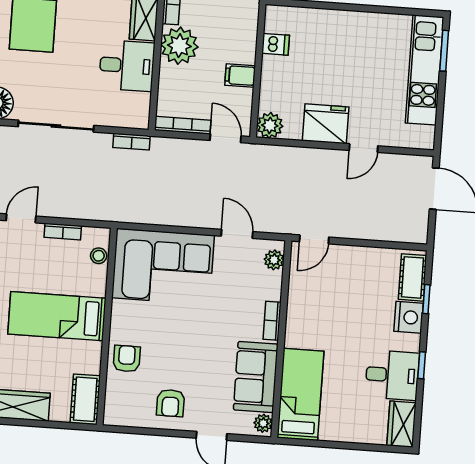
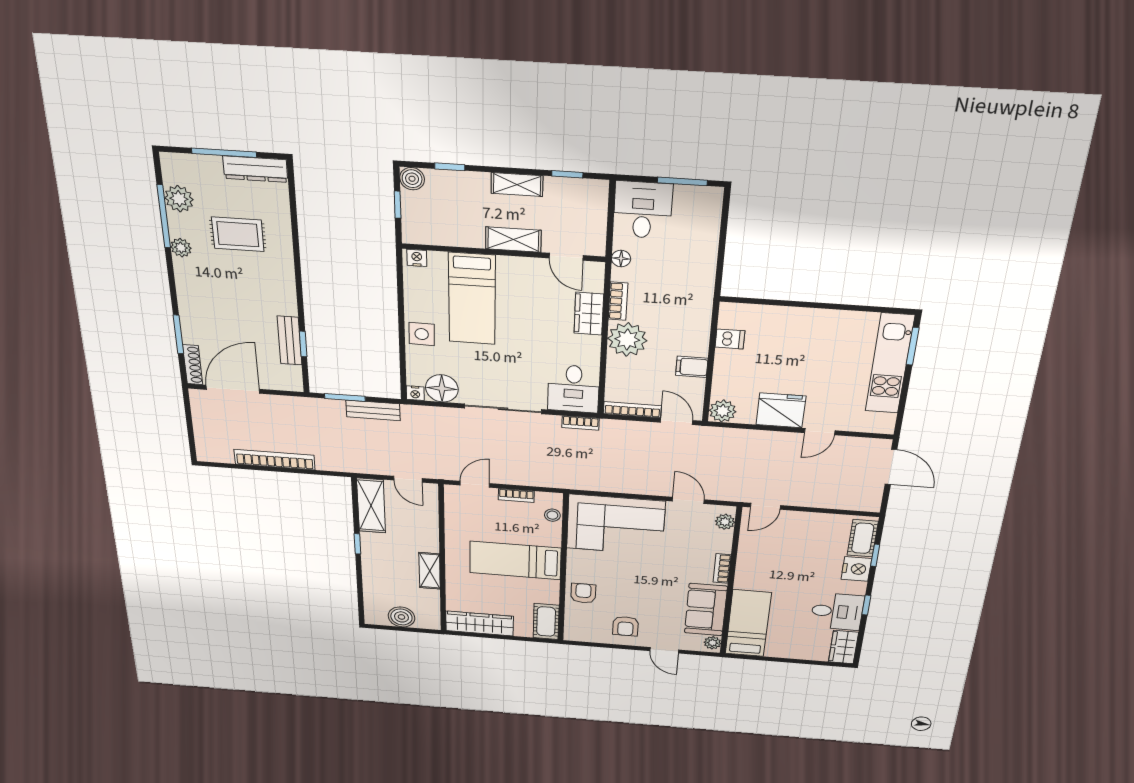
desk: (127, 66) -> (573, 389), moved, turned 90

